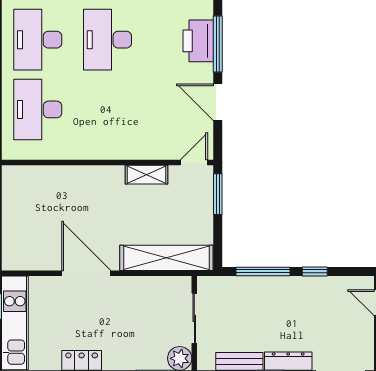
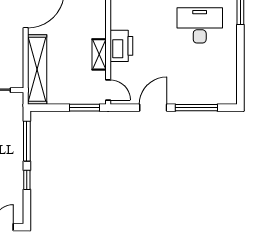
printer: (198, 41) -> (121, 46), moved, turned 90

